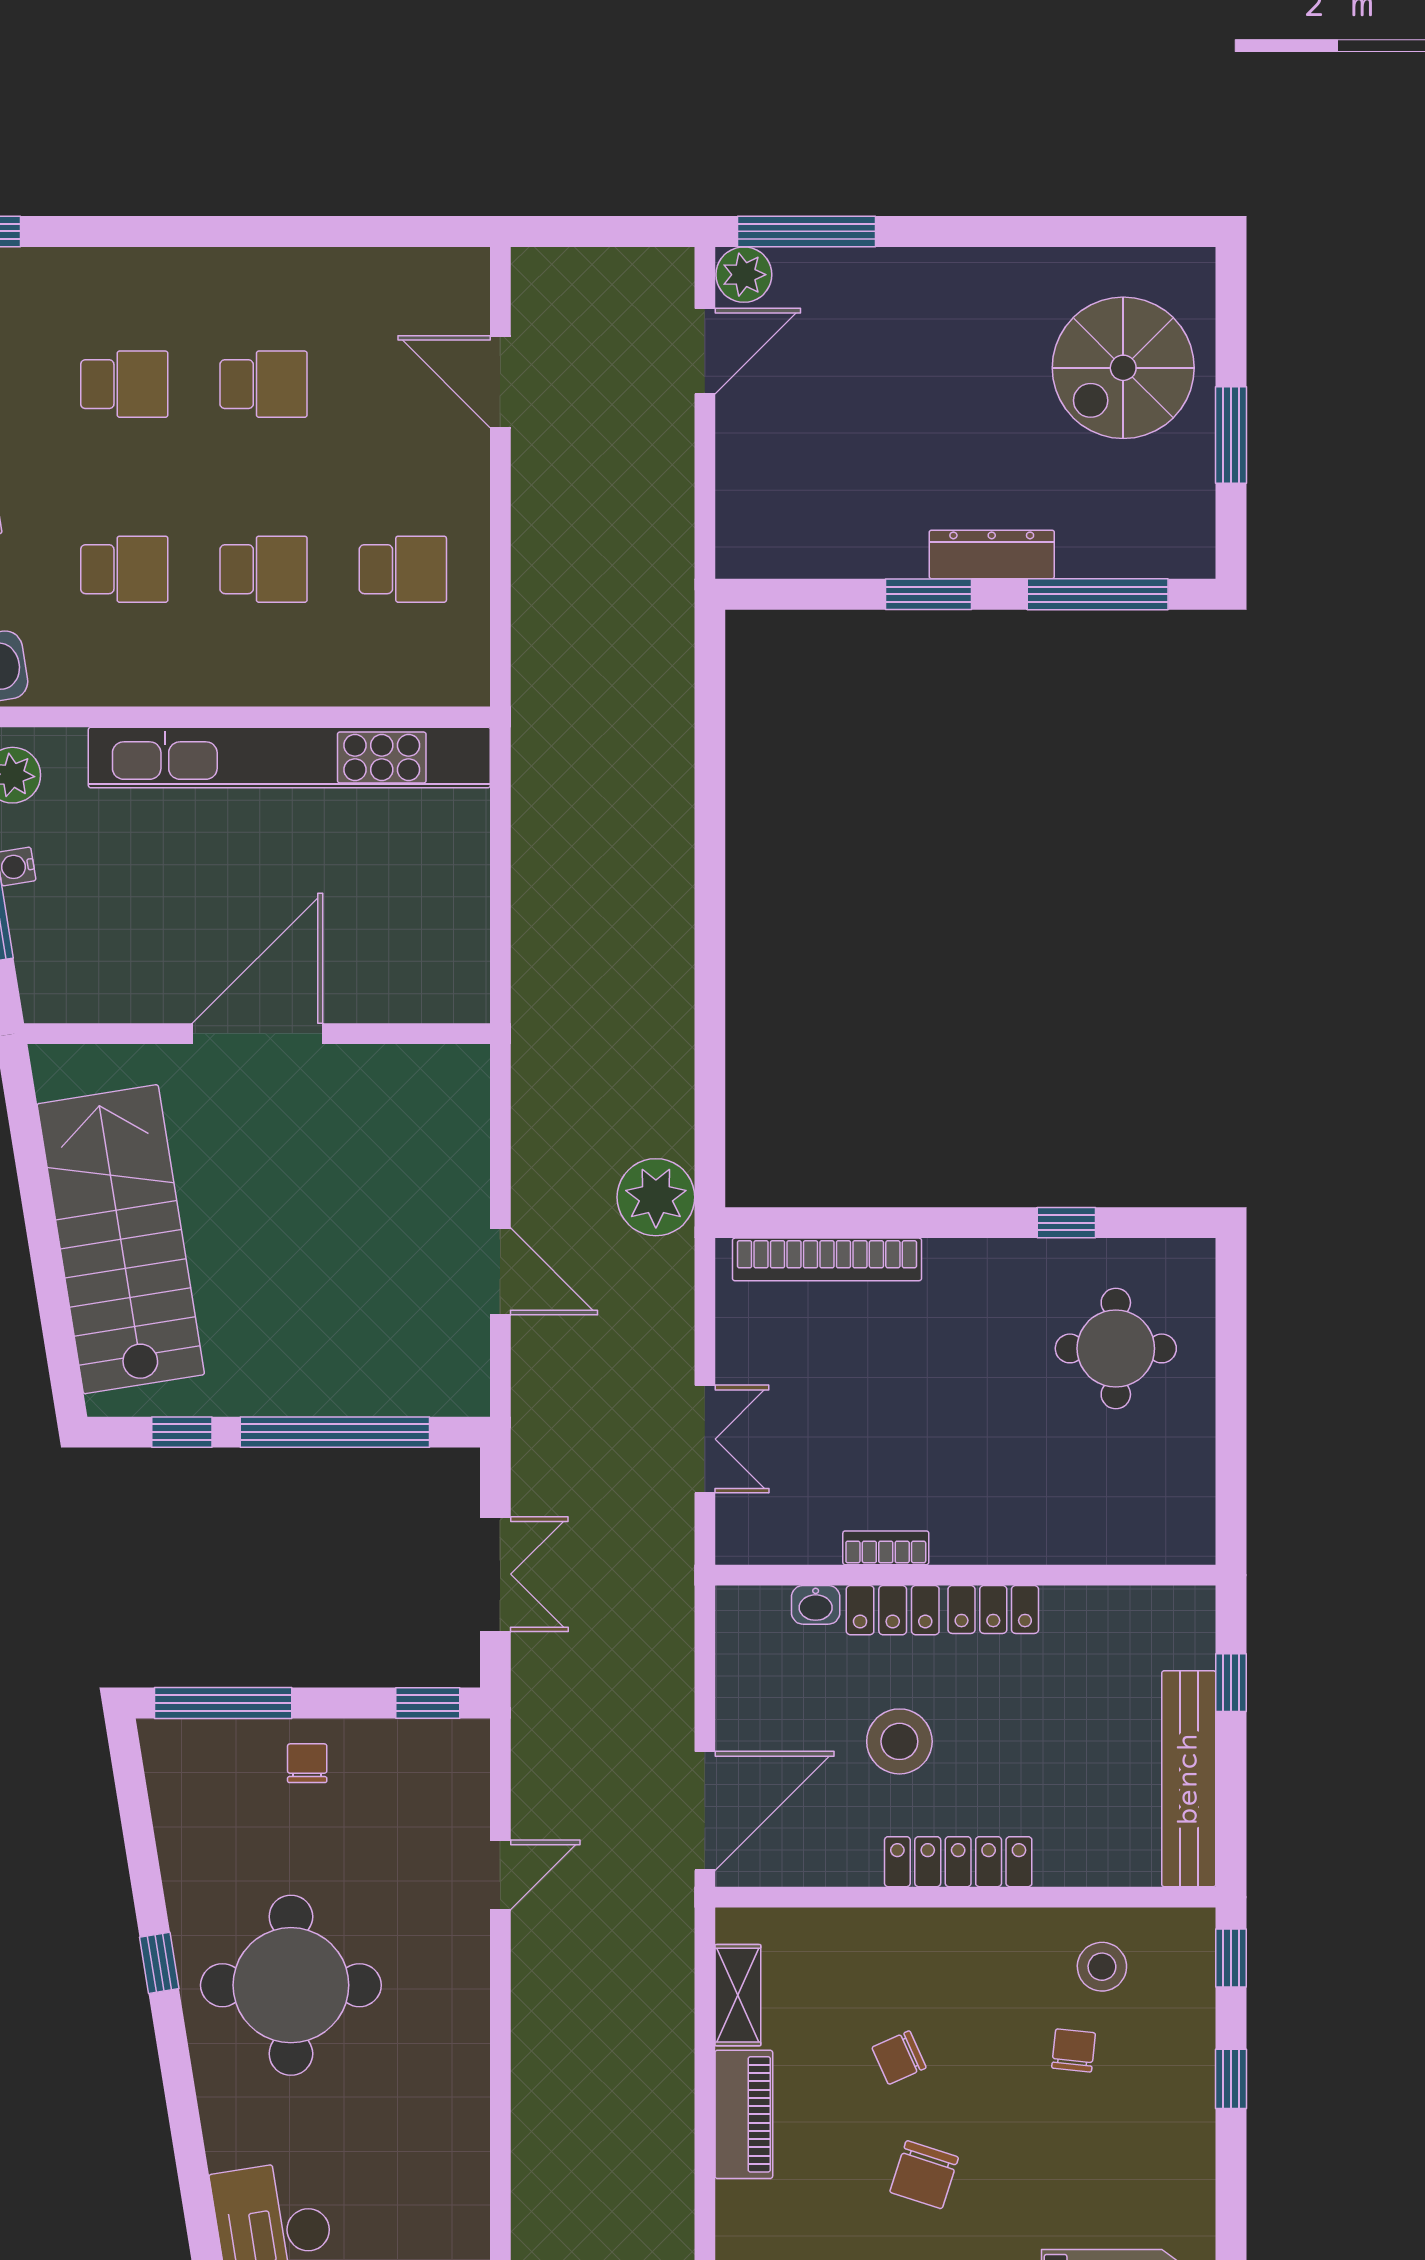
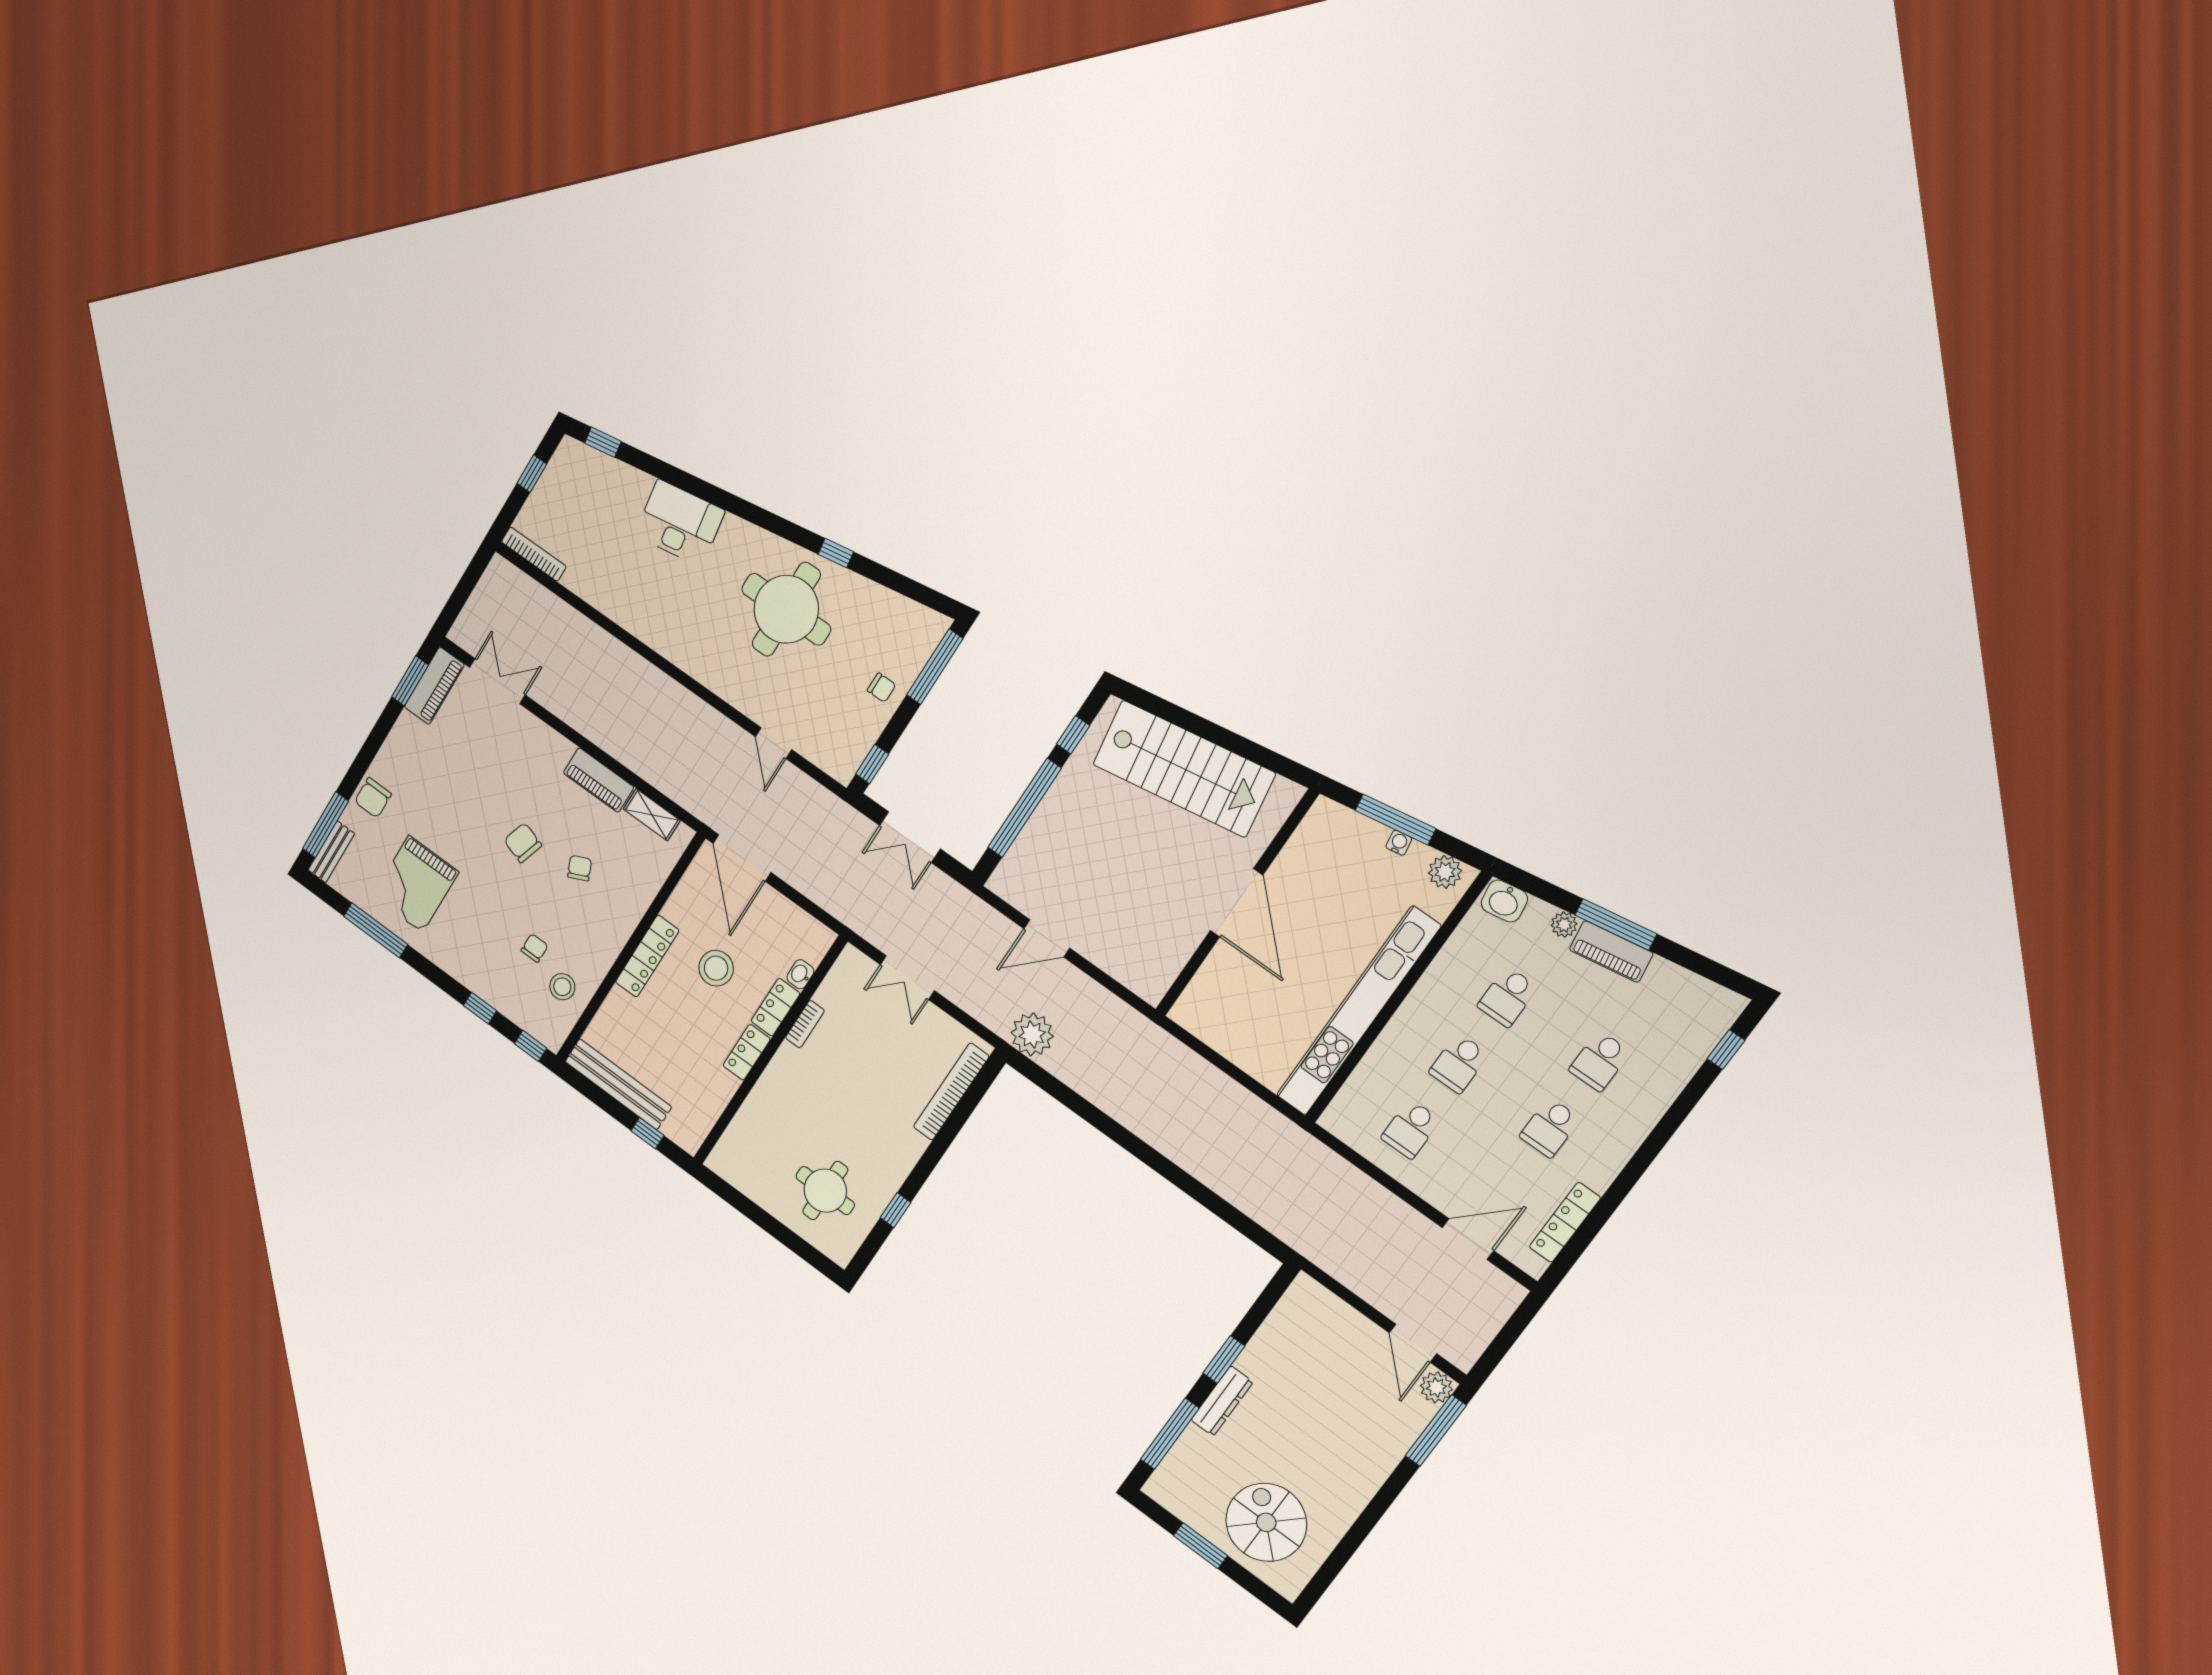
locker: (380, 270) -> (1565, 1222), added
chair: (1074, 2050) -> (535, 948), turned -96

